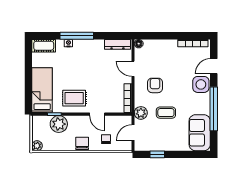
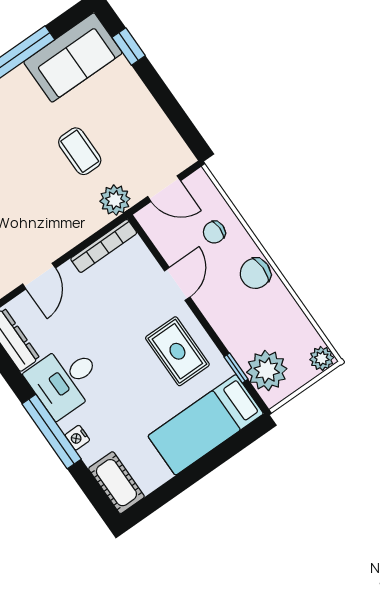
desk: (91, 53) -> (65, 380), added
armchair: (155, 85) -> (41, 210), removed
plant: (59, 124) -> (267, 370), moved
window: (157, 154) -> (129, 47), moved

